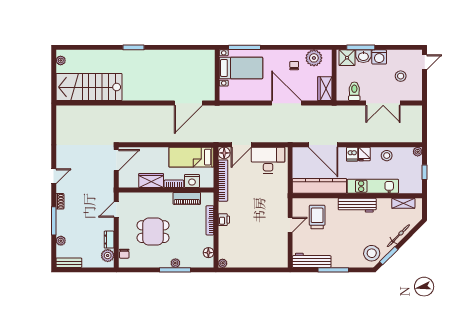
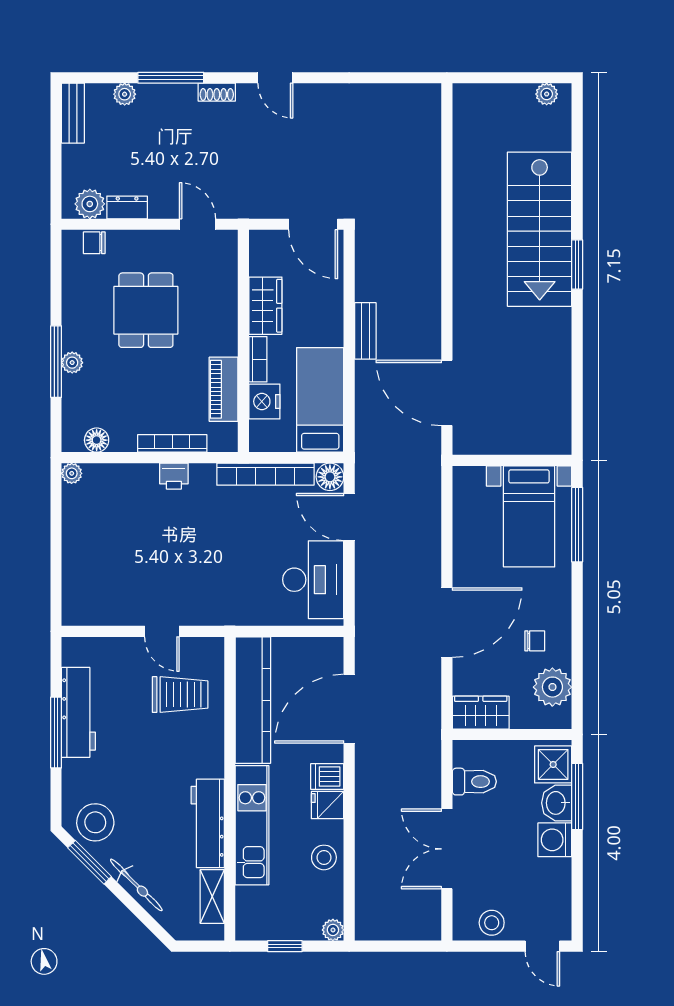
stool: (401, 76) -> (492, 923), moved
stairs: (89, 87) -> (540, 229), moved, turned 180
bench: (162, 138) -> (365, 331), added
workbench: (357, 205) -> (208, 823), moved
workbench: (312, 260) -> (78, 712), moved

